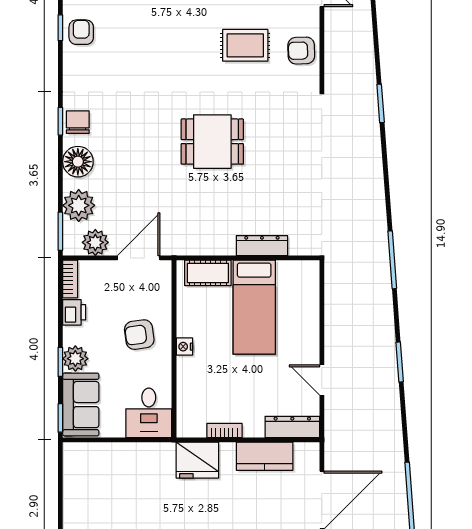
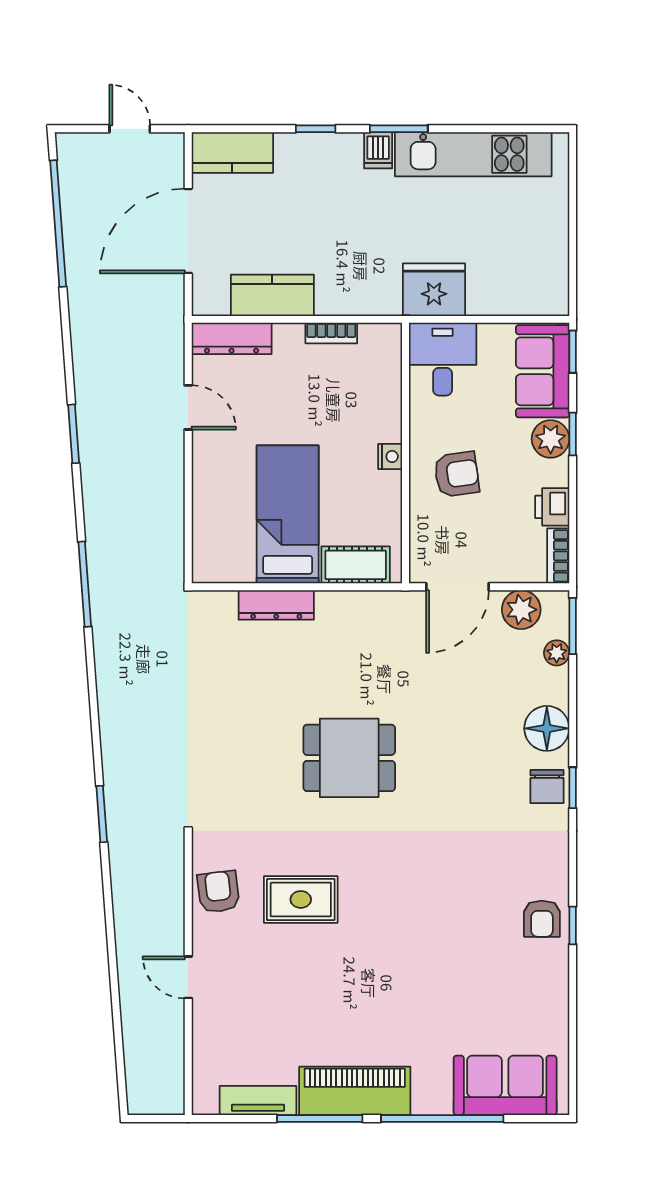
armchair: (301, 51) -> (218, 892), turned -95
plant: (79, 205) -> (557, 653), width x0.53, depth x0.53
fridge: (197, 460) -> (434, 290), moved

